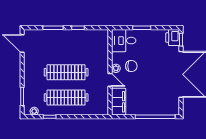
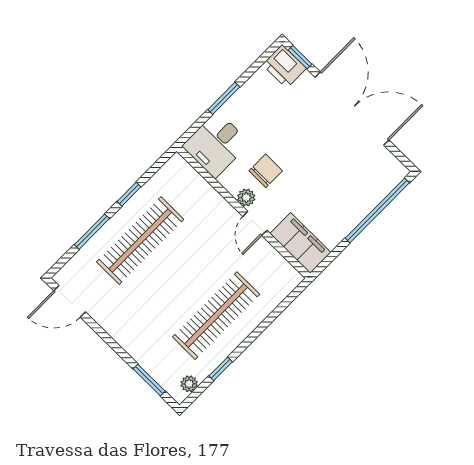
clothes rail: (66, 72) -> (140, 241), moved
door: (110, 80) -> (255, 223), swing flipped

